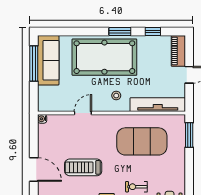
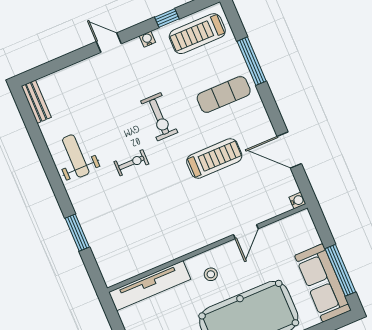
window: (189, 135) -> (77, 233), moved
exercise mat: (142, 141) -> (150, 227), removed
door: (34, 170) -> (289, 150), moved

